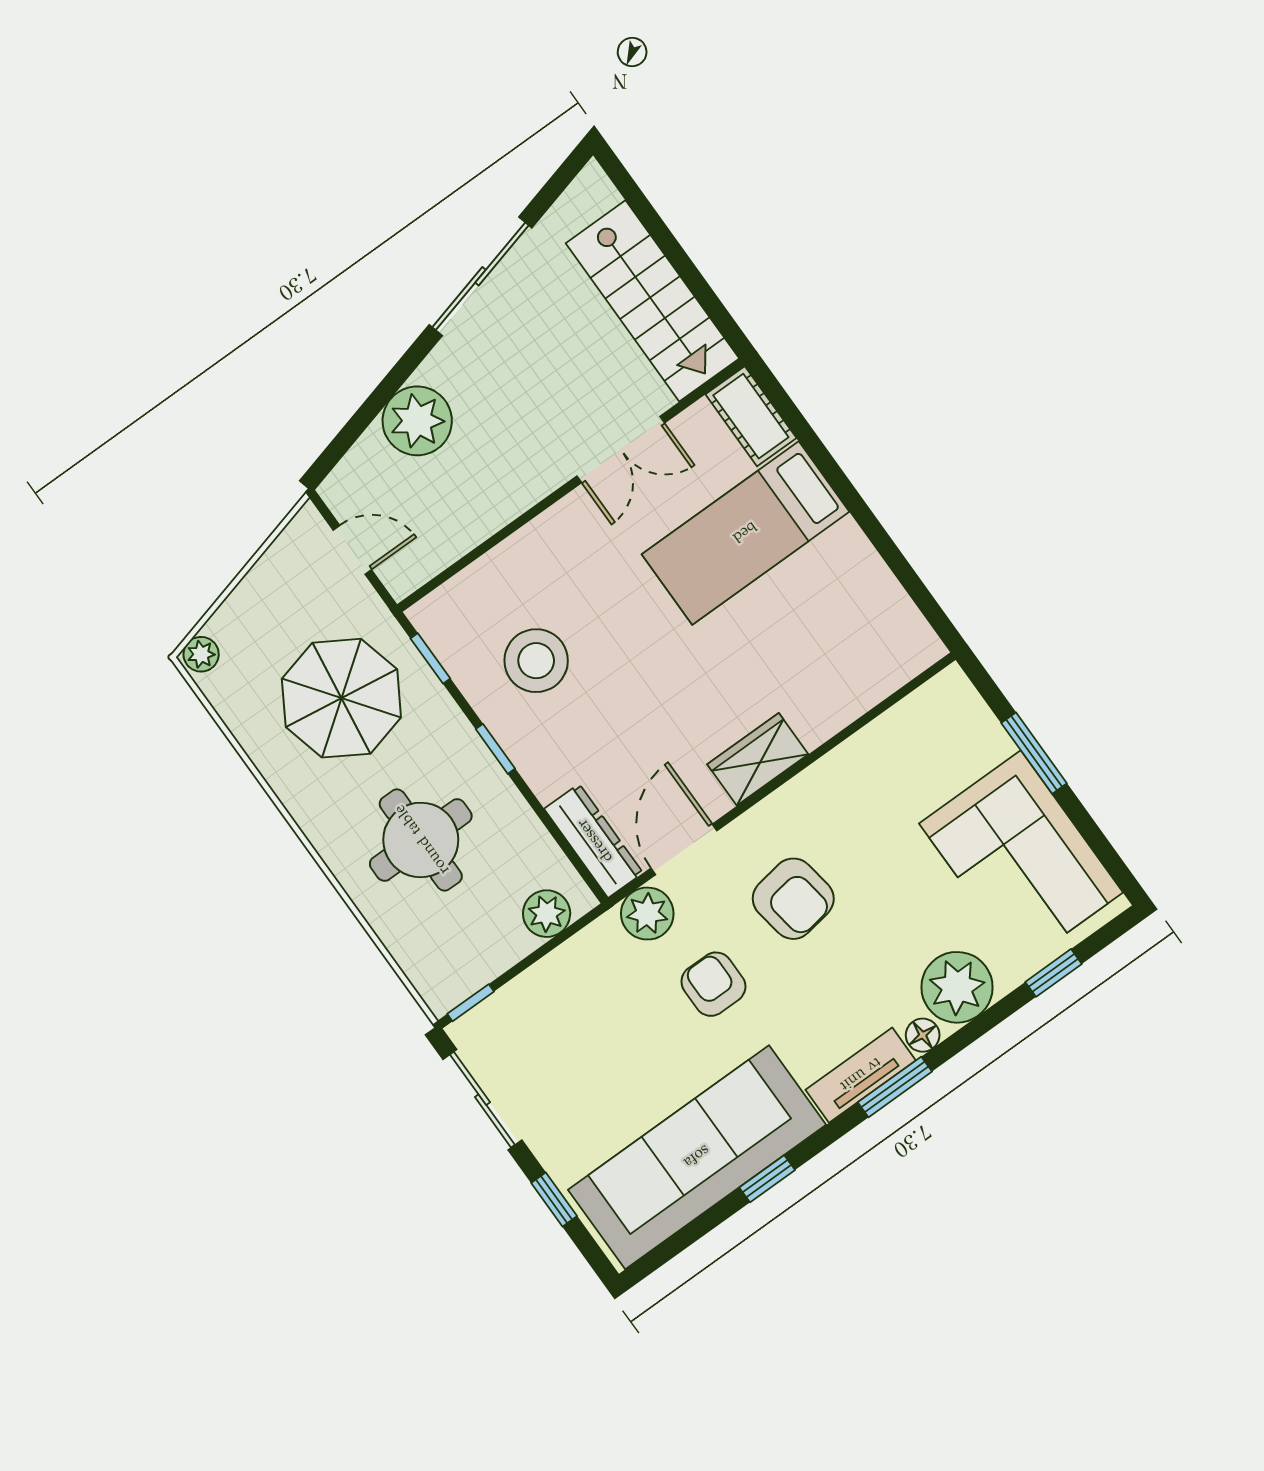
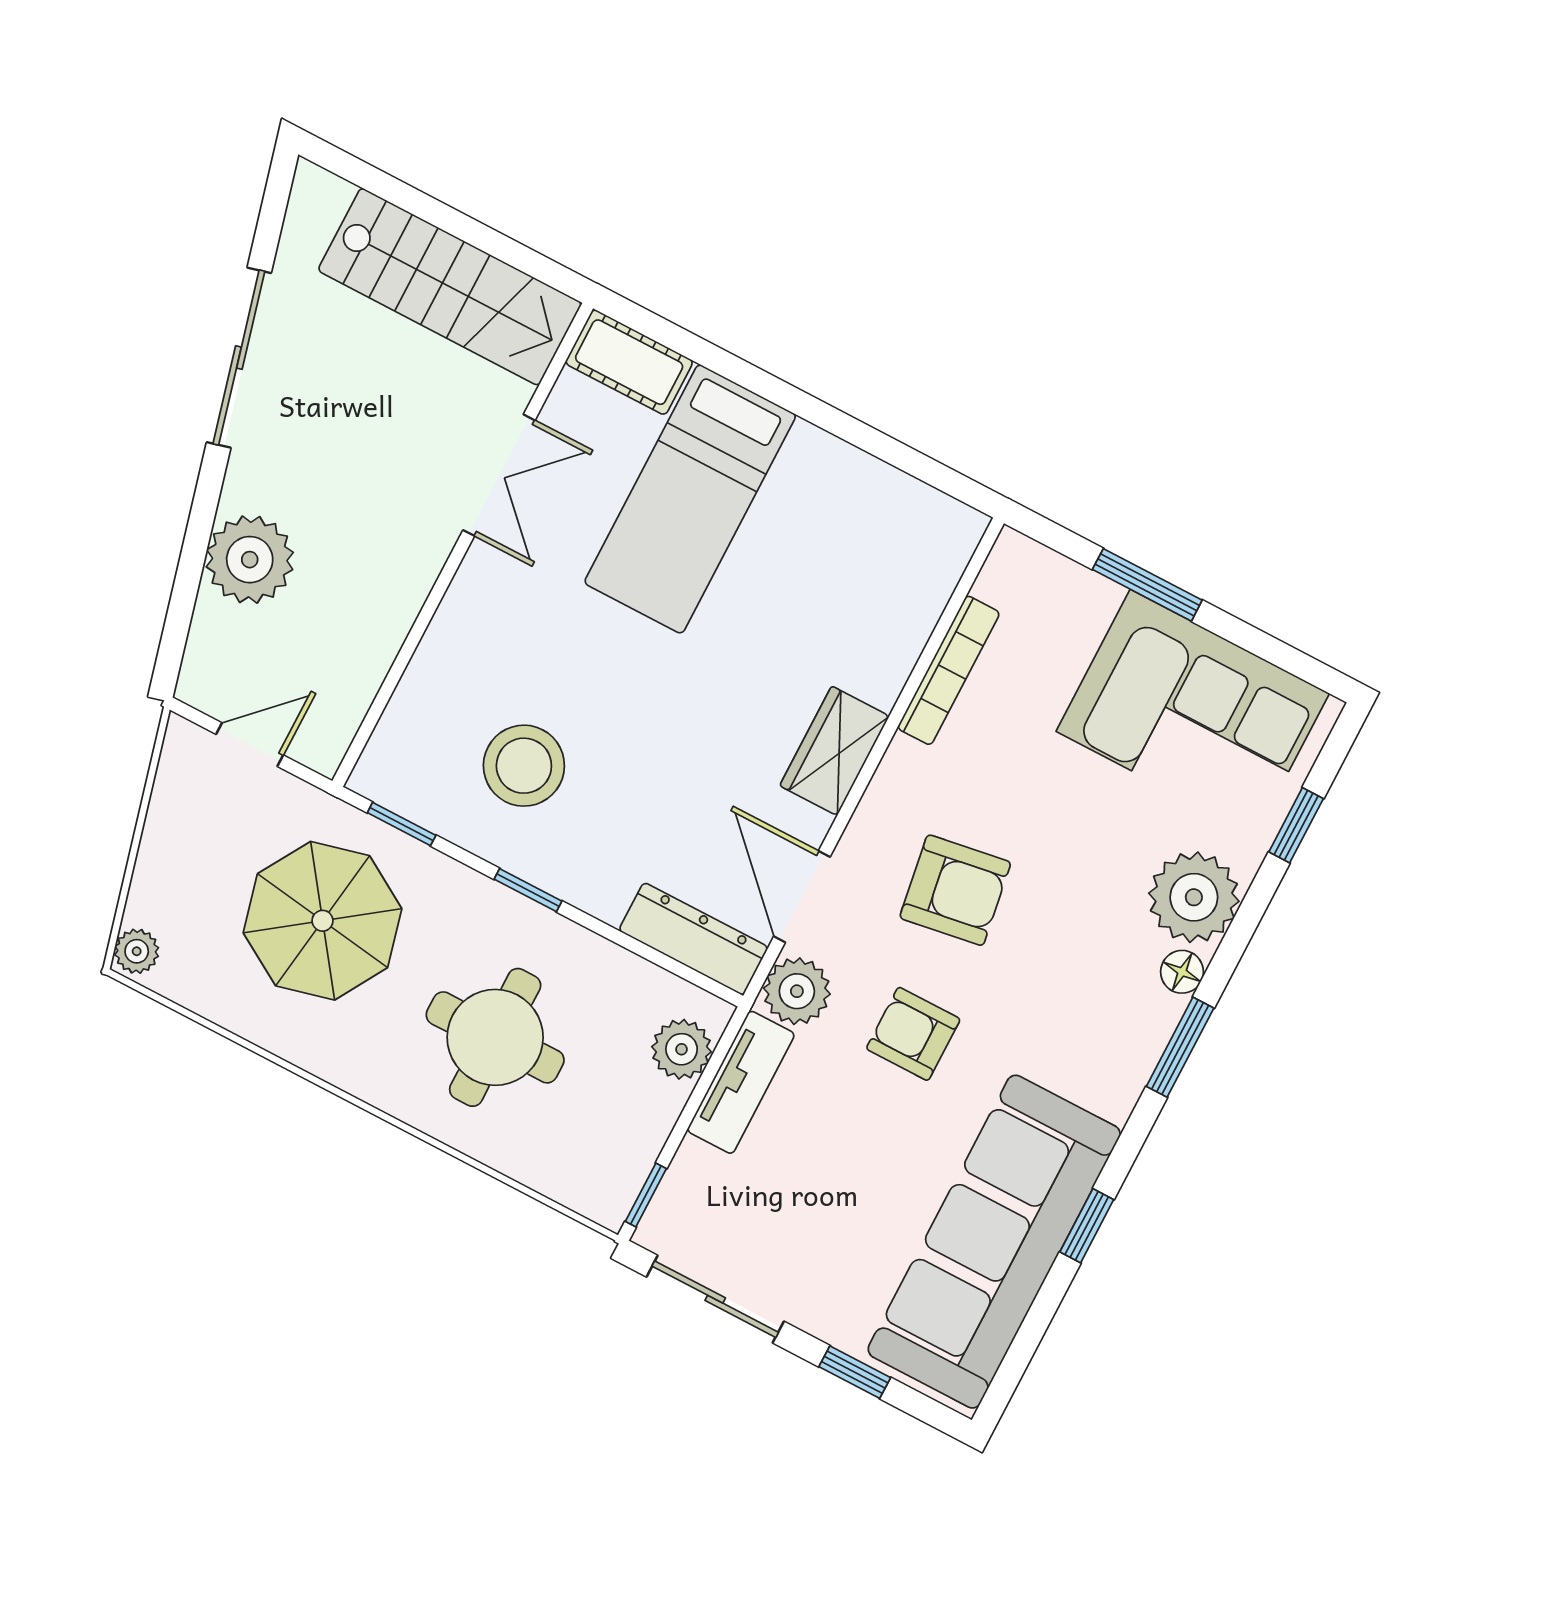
bookcase: (866, 743) -> (949, 670), added
tv unit: (861, 1075) -> (741, 1082), moved, turned 180

